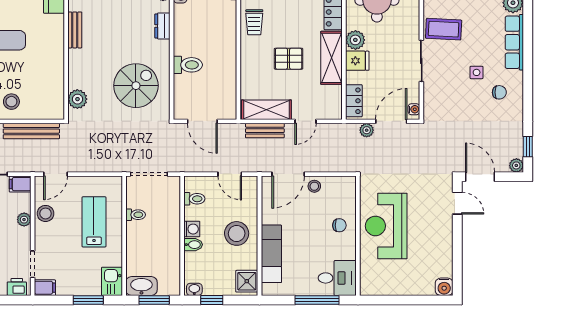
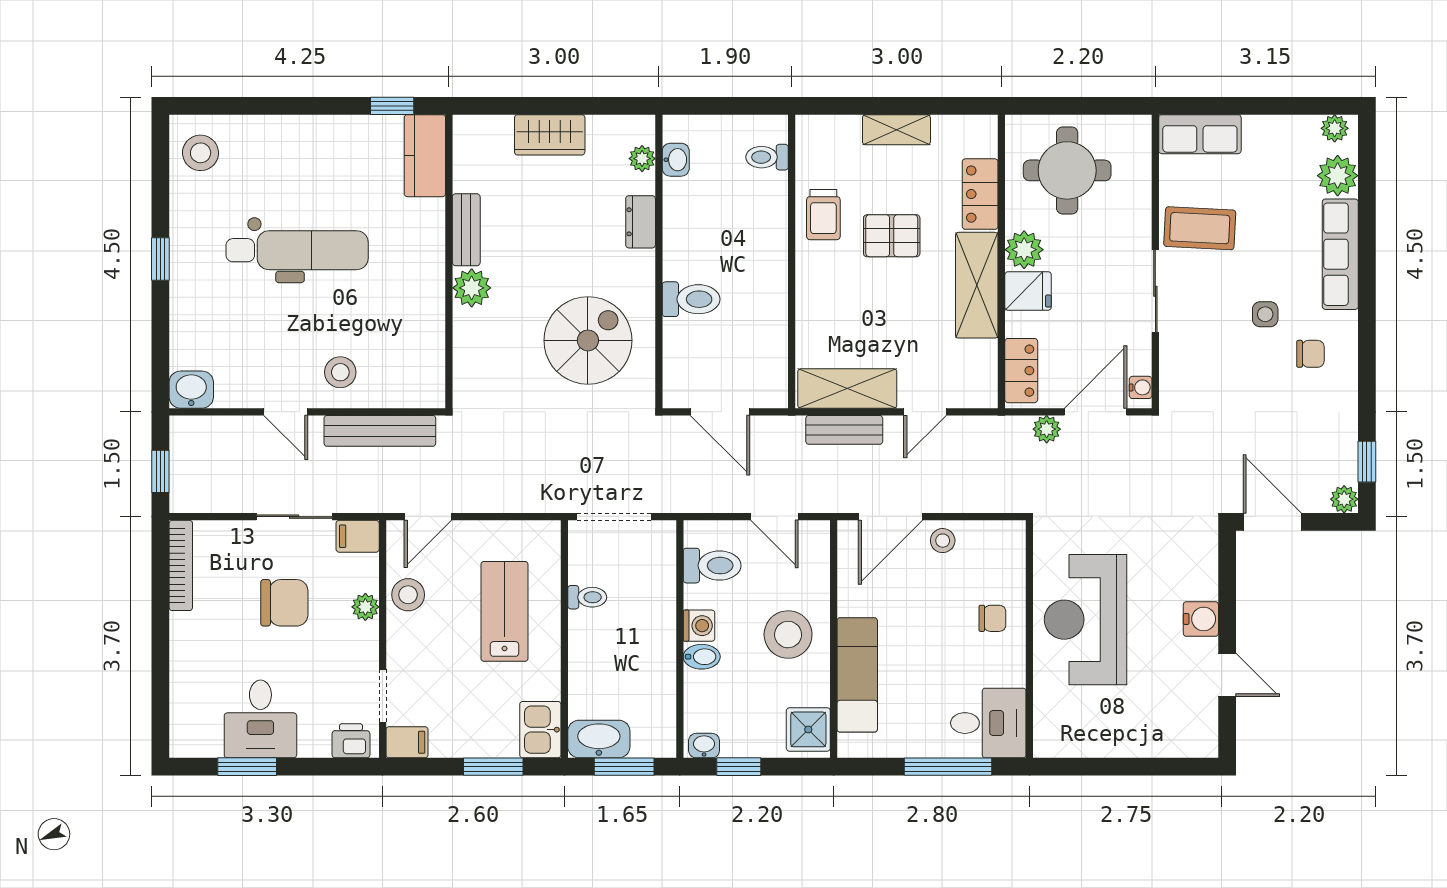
pallet: (289, 59) -> (892, 236), moved
plant: (77, 99) -> (472, 288), moved
toilet: (194, 199) -> (712, 566), width x1.37, depth x1.39
door: (457, 203) -> (1227, 675), moved
water cooler: (444, 287) -> (1201, 619), moved, turned -90

